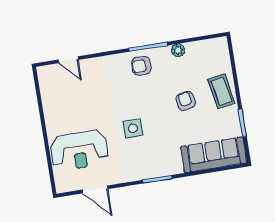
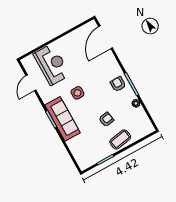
door: (68, 60) -> (106, 37), width x1.88
reception desk: (79, 150) -> (52, 64), turned 180
sofa: (214, 155) -> (62, 119), moved

